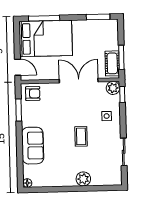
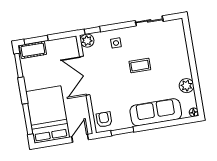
window: (121, 57) -> (36, 40), moved
cot: (112, 63) -> (33, 50), moved
sofa: (33, 146) -> (156, 112), width x1.36
plant: (83, 179) -> (186, 86), moved

